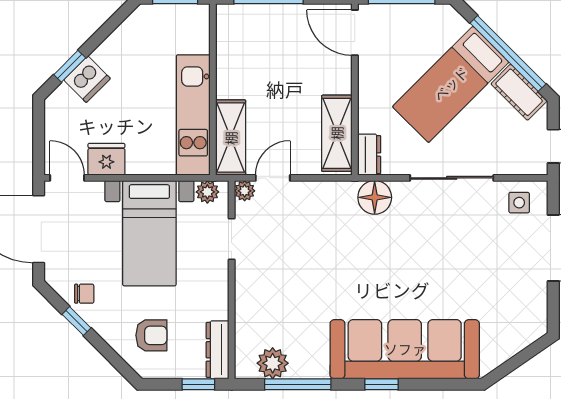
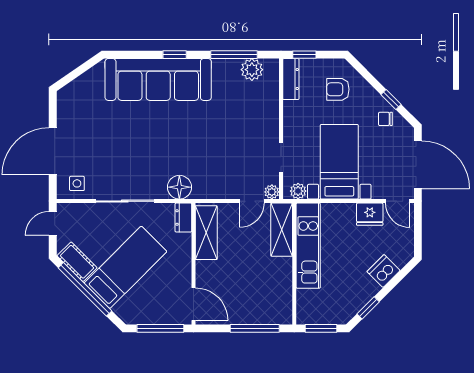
window: (70, 66) -> (368, 308), moved

